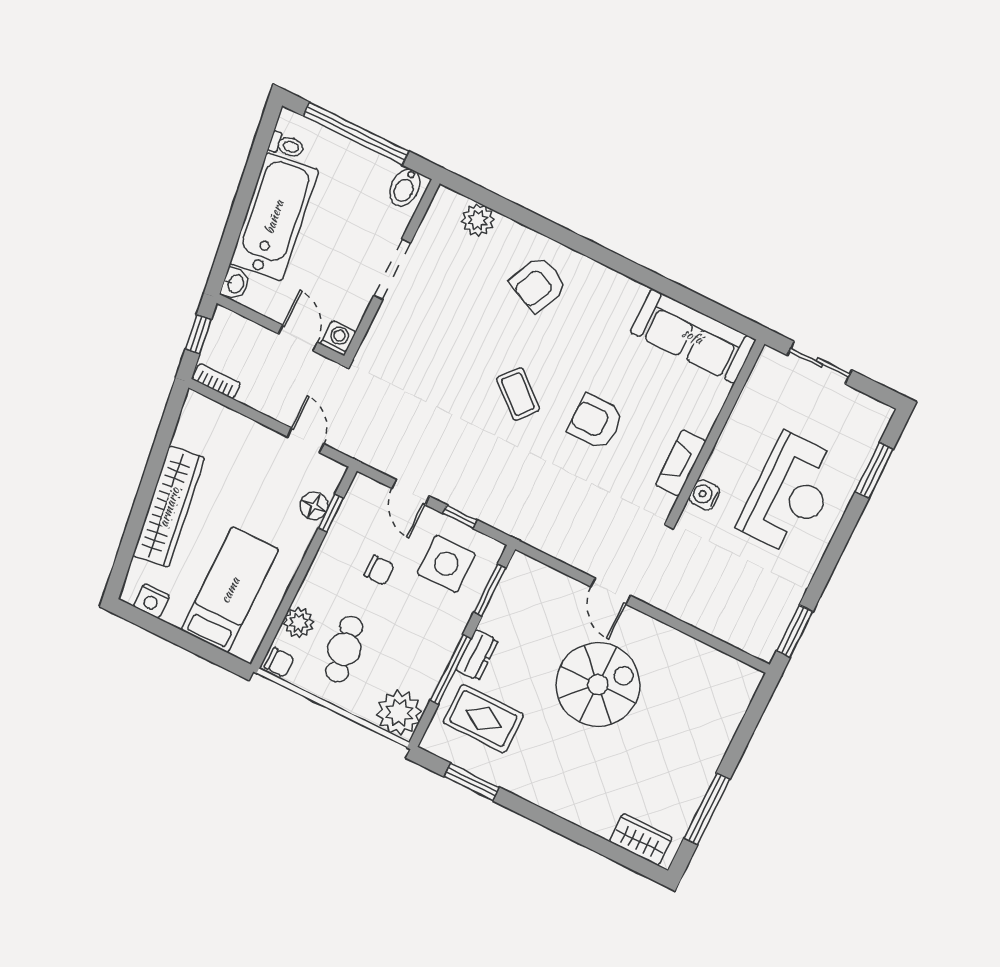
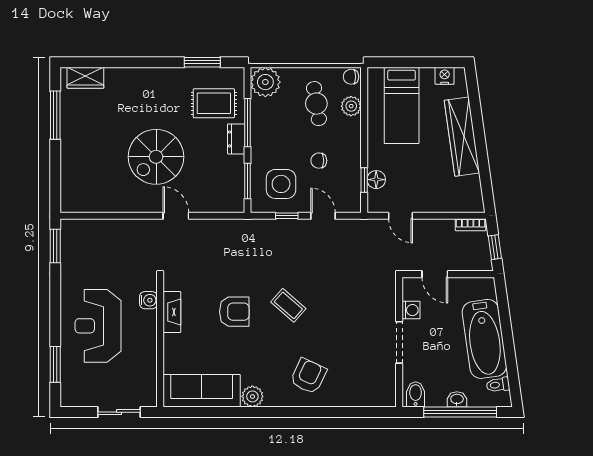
plant: (478, 220) -> (252, 396), moved
washbasin: (235, 284) -> (457, 399), moved, turned 98
washing machine: (338, 338) -> (411, 310), moved, turned -90

